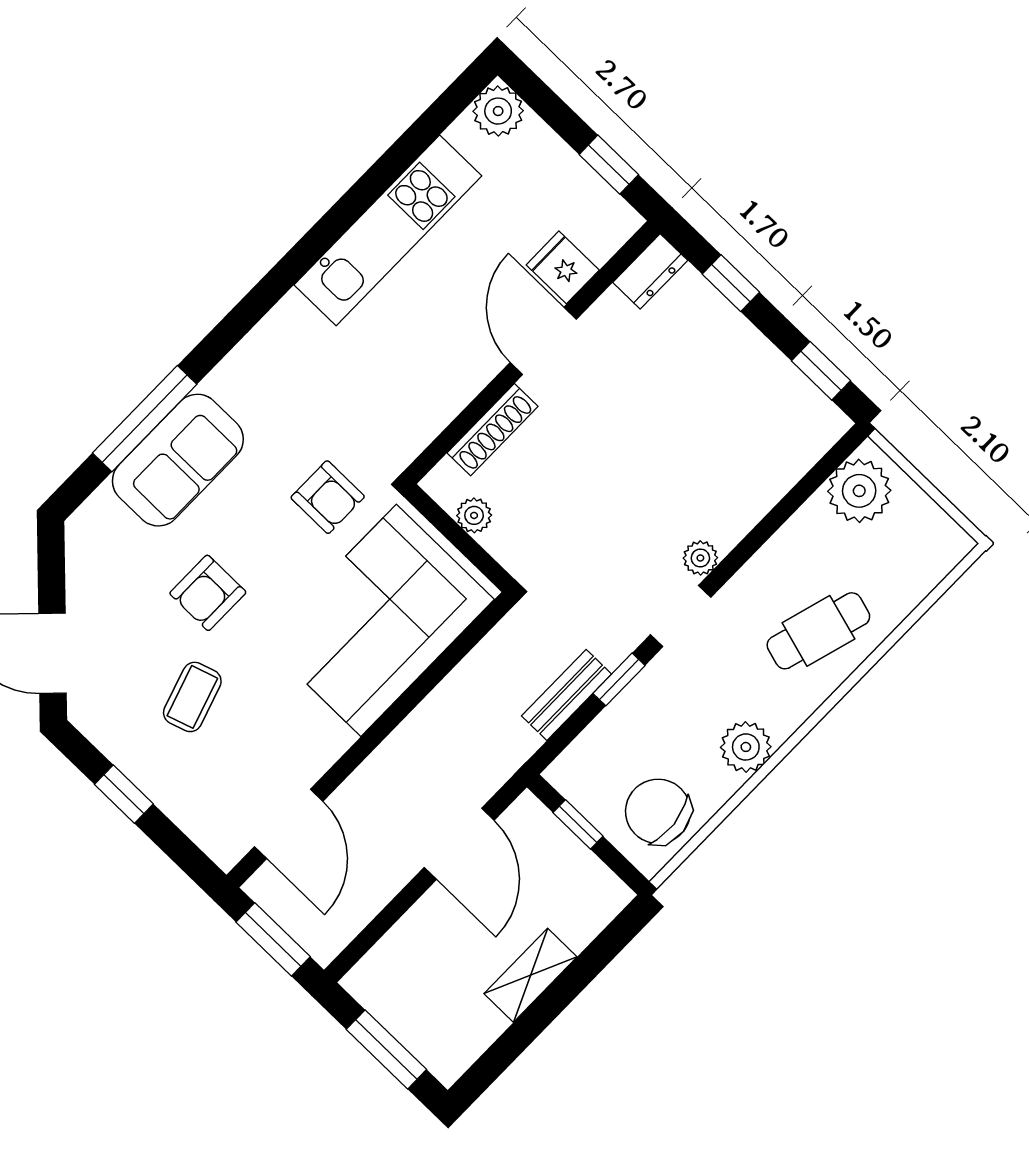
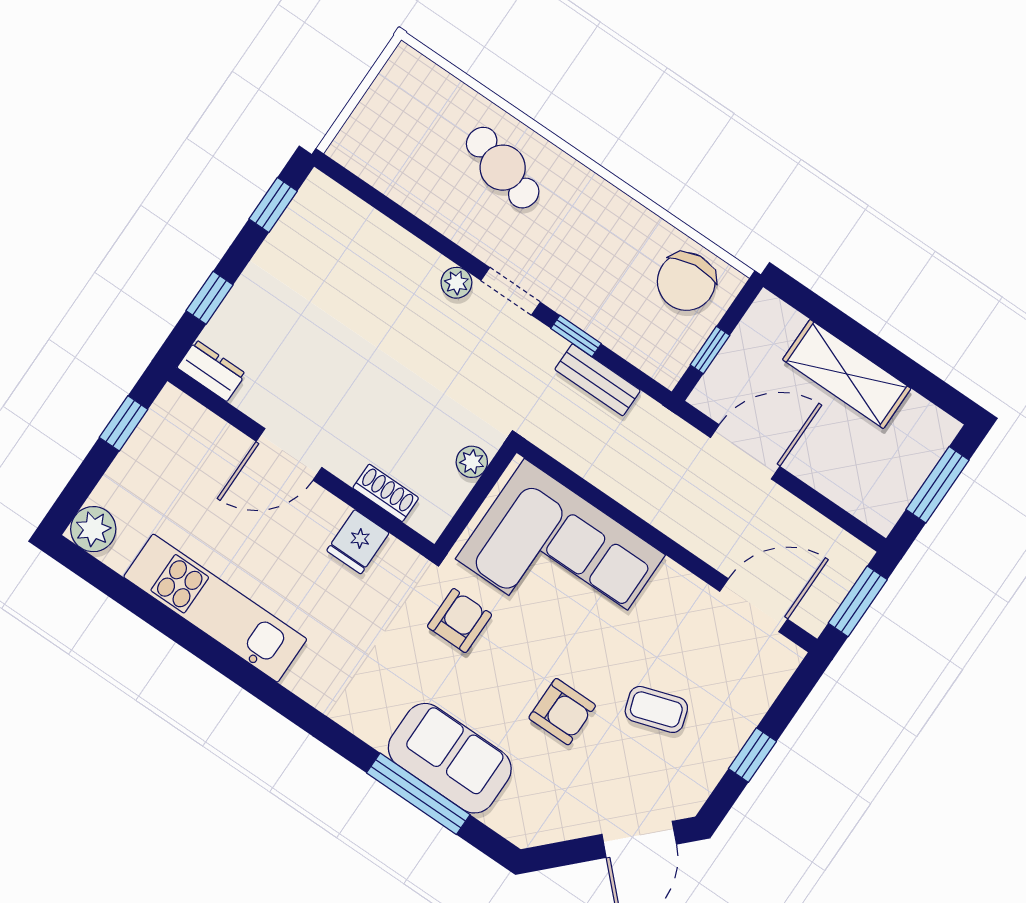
fridge: (563, 267) -> (358, 542), moved
shoe rack: (492, 430) -> (386, 493), width x0.70
plant: (859, 491) -> (373, 153), removed
plant: (474, 515) -> (472, 462), moved
plant: (746, 747) -> (616, 214), removed
shelving: (530, 975) -> (847, 374), width x1.50, depth x1.33

